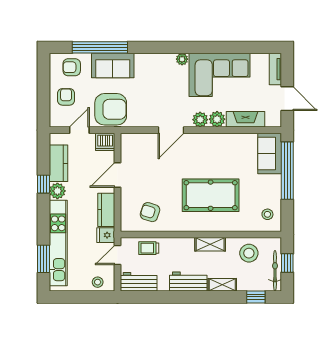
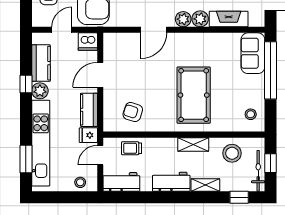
pool table: (211, 195) -> (194, 95), turned 90

